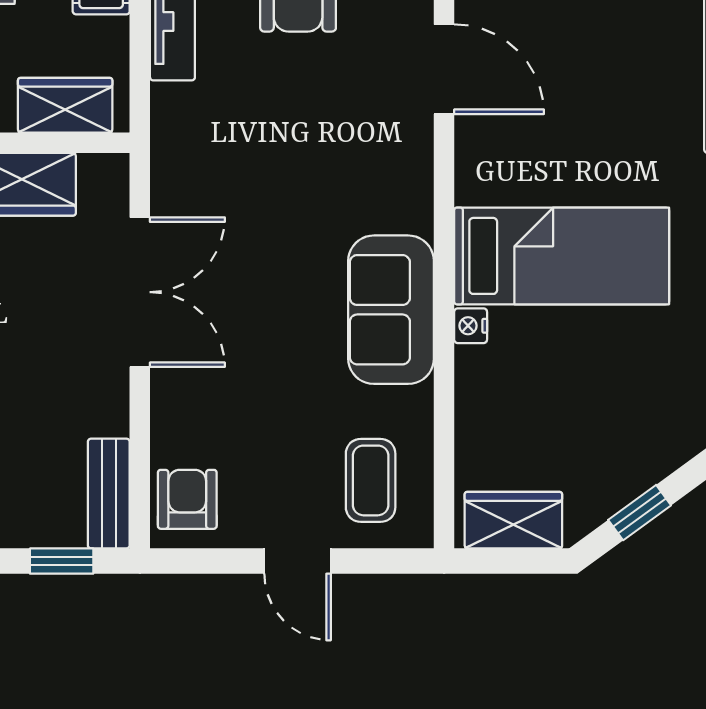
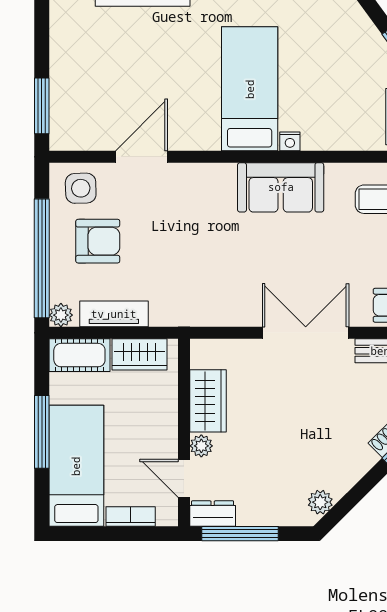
wardrobe: (65, 105) -> (139, 354), moved, turned -90
double door: (140, 292) -> (306, 333), moved

